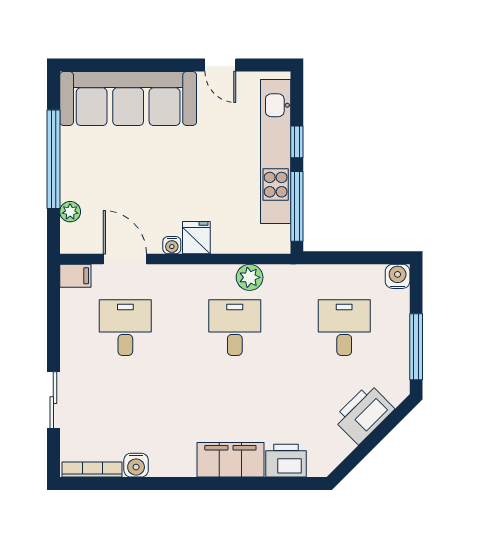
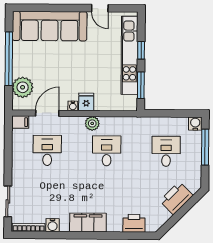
window: (297, 206) -> (141, 85), width x0.69
plant: (70, 212) -> (23, 87), width x1.88, depth x1.88
door: (125, 259) -> (47, 113), hinge flipped
plant: (250, 277) -> (92, 123), moved
window: (416, 347) -> (205, 147), moved
sliding door: (53, 400) -> (8, 201), moved
filing cabinet: (230, 460) -> (88, 222), moved

